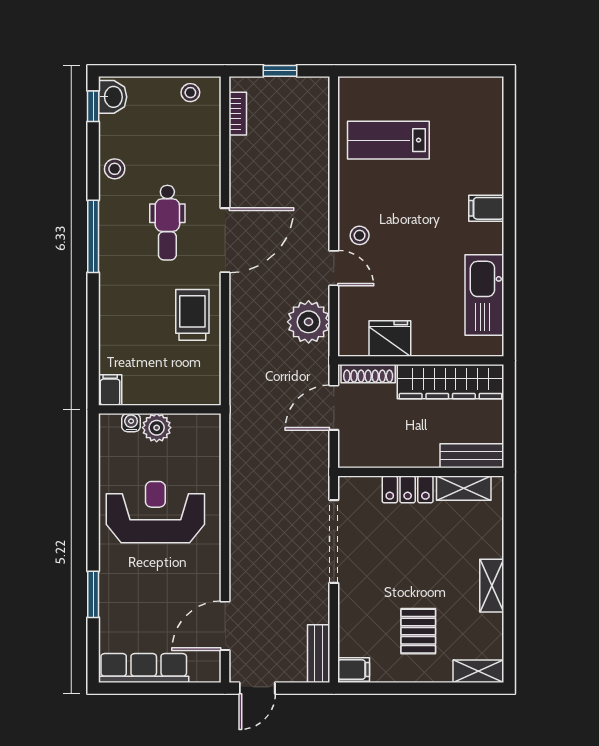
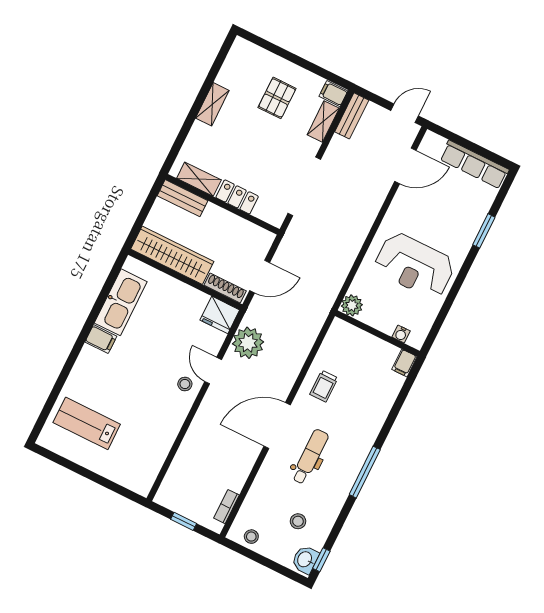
lab bench: (388, 140) -> (87, 423), moved, turned 180
stool: (115, 169) -> (298, 521), moved
filing cabinet: (486, 208) -> (101, 339), moved
trolley: (192, 315) -> (324, 386), width x0.73, depth x0.72
fridge: (390, 338) -> (220, 315), moved
plant: (157, 428) -> (352, 305), moved
shelving: (478, 671) -> (323, 122), moved, turned 90

